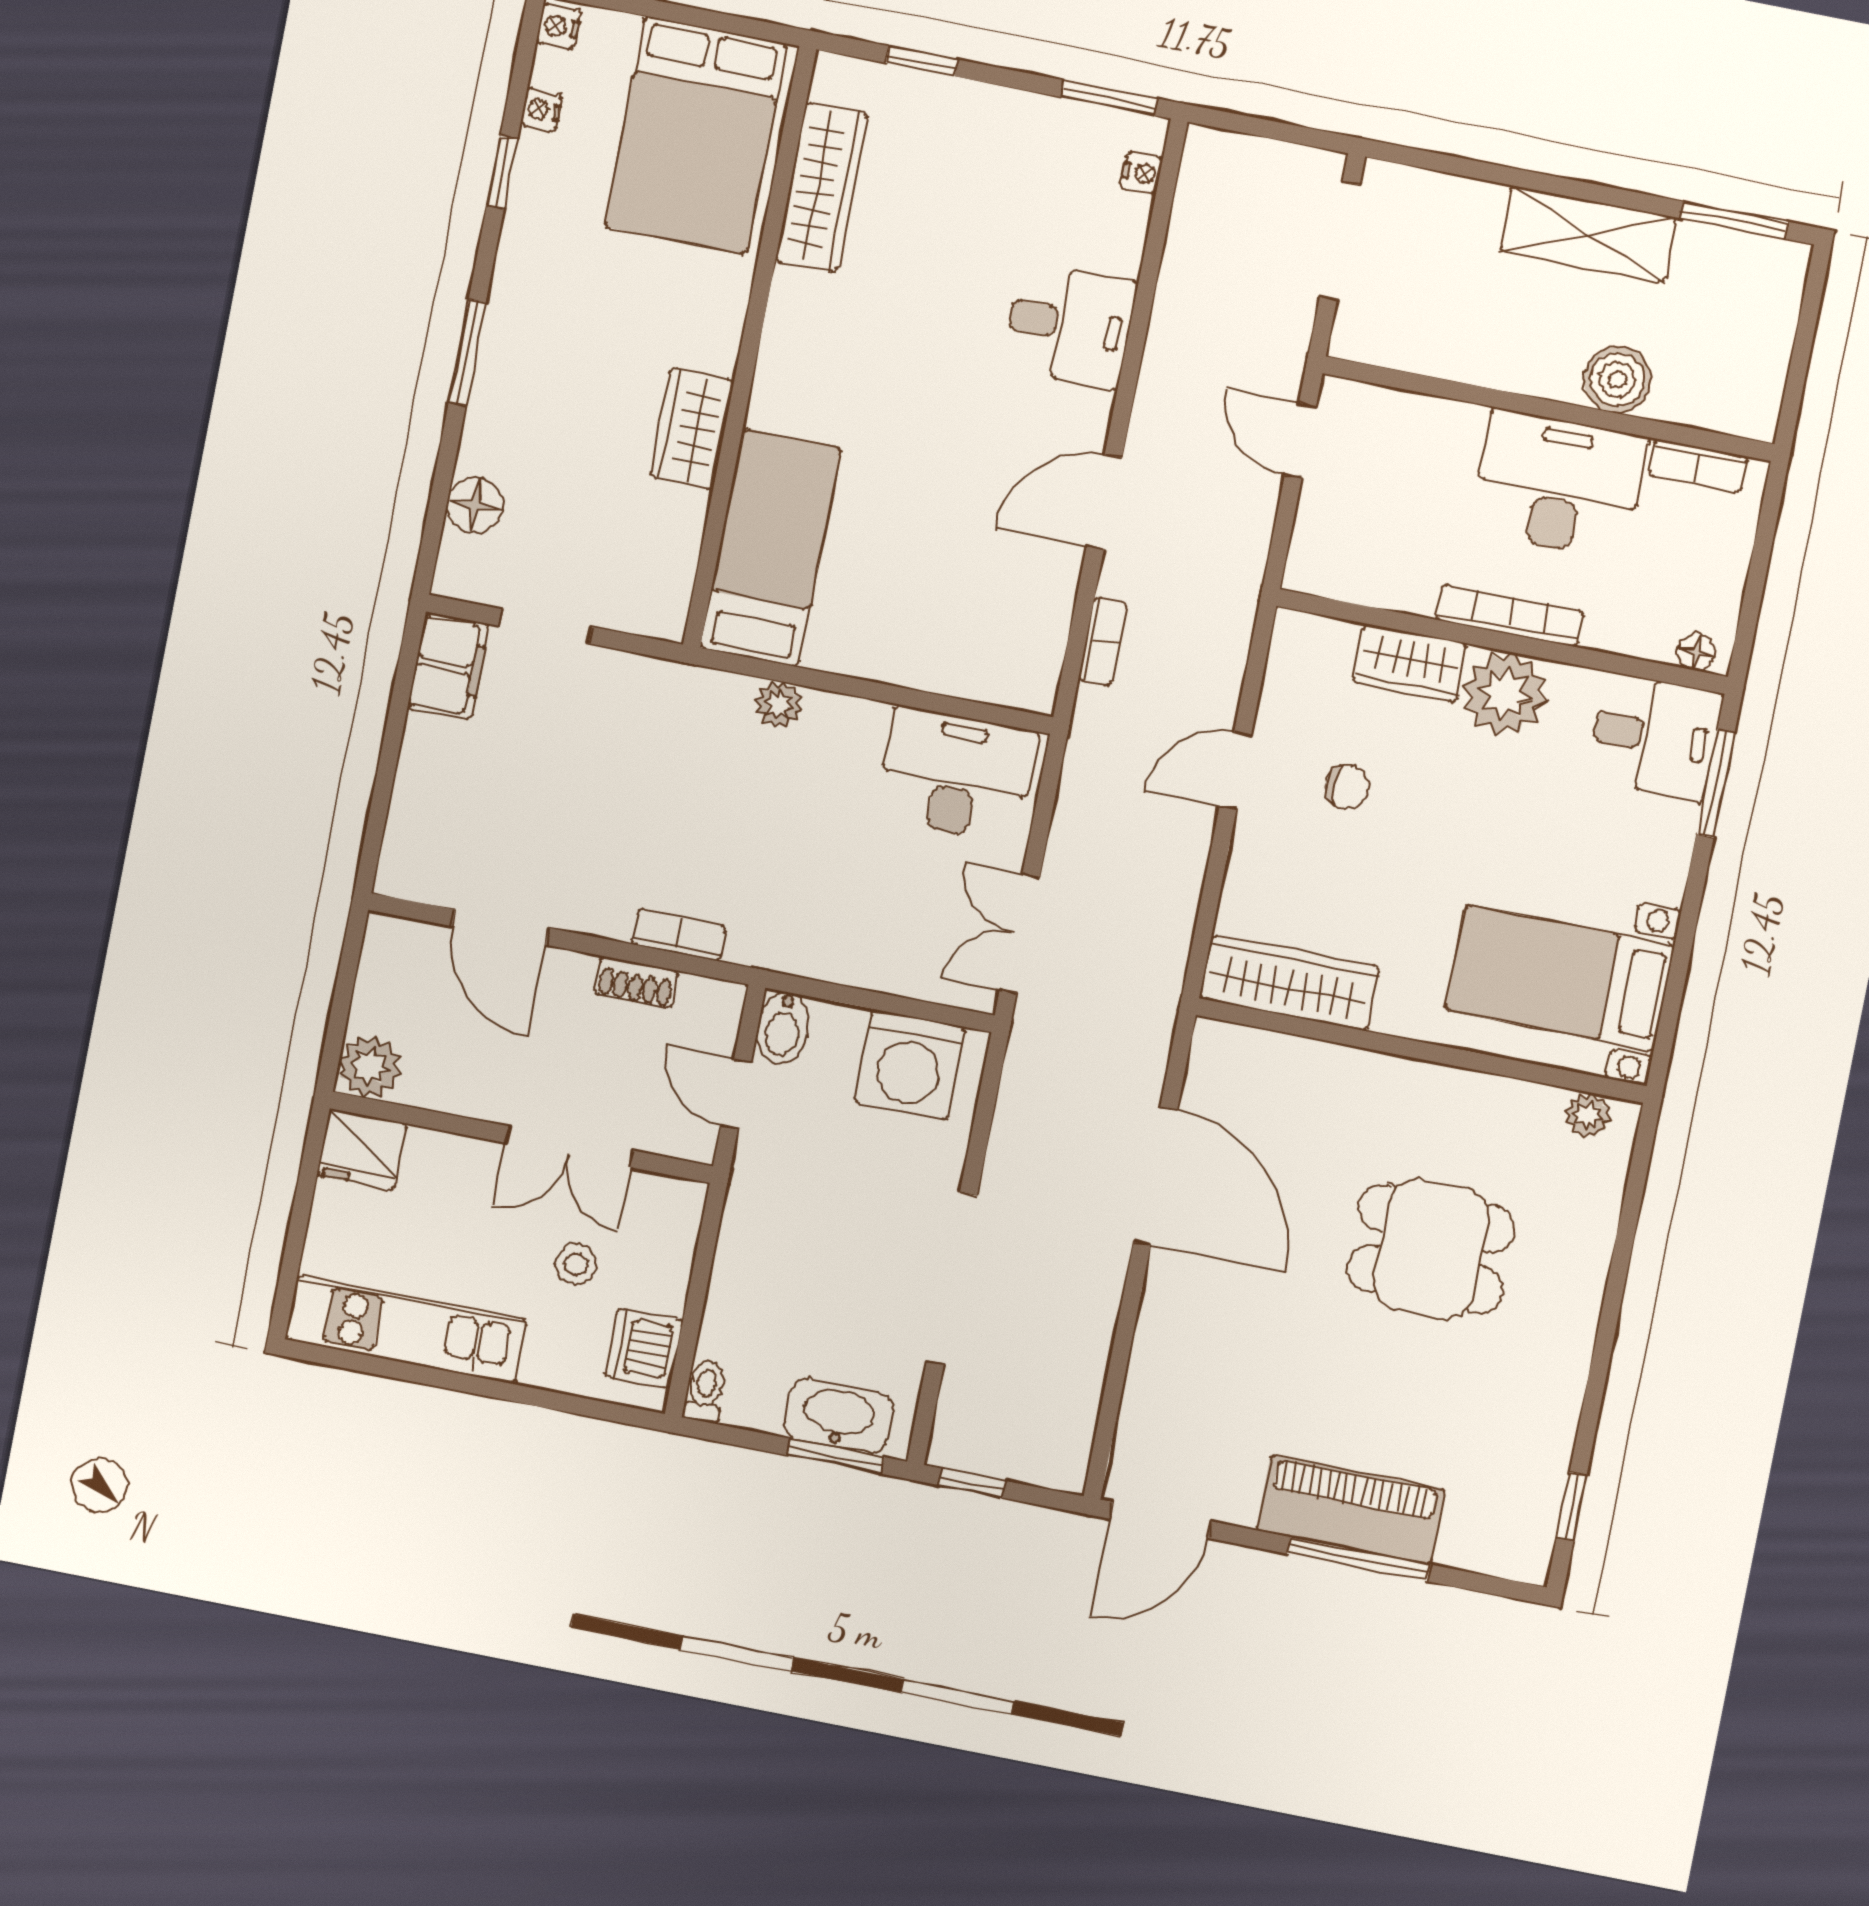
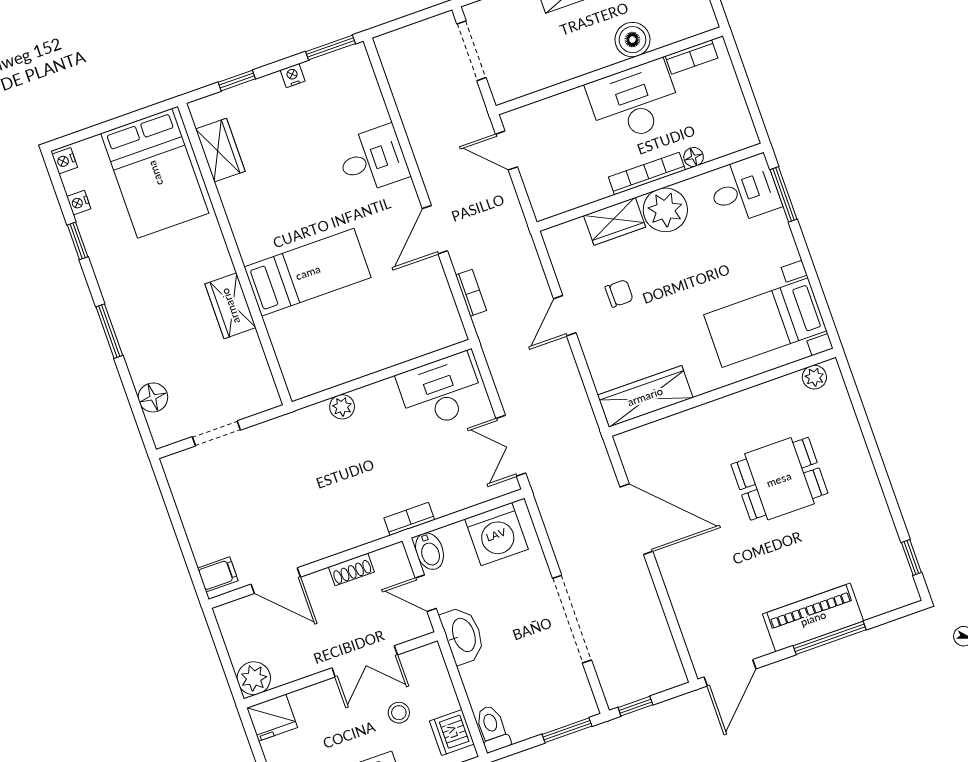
nightstand: (1142, 173) -> (293, 76), moved, turned -90
wardrobe: (821, 187) -> (220, 150), width x0.67
bed: (770, 548) -> (308, 272), moved, turned 90
floor lamp: (1696, 652) -> (694, 157), moved
filing cabinet: (448, 666) -> (218, 574), moved, width x0.50
bookcase: (679, 935) -> (409, 519), moved
toilet: (705, 1391) -> (492, 729), width x1.37, depth x1.39
washbasin: (839, 1416) -> (463, 635), moved, turned 90

